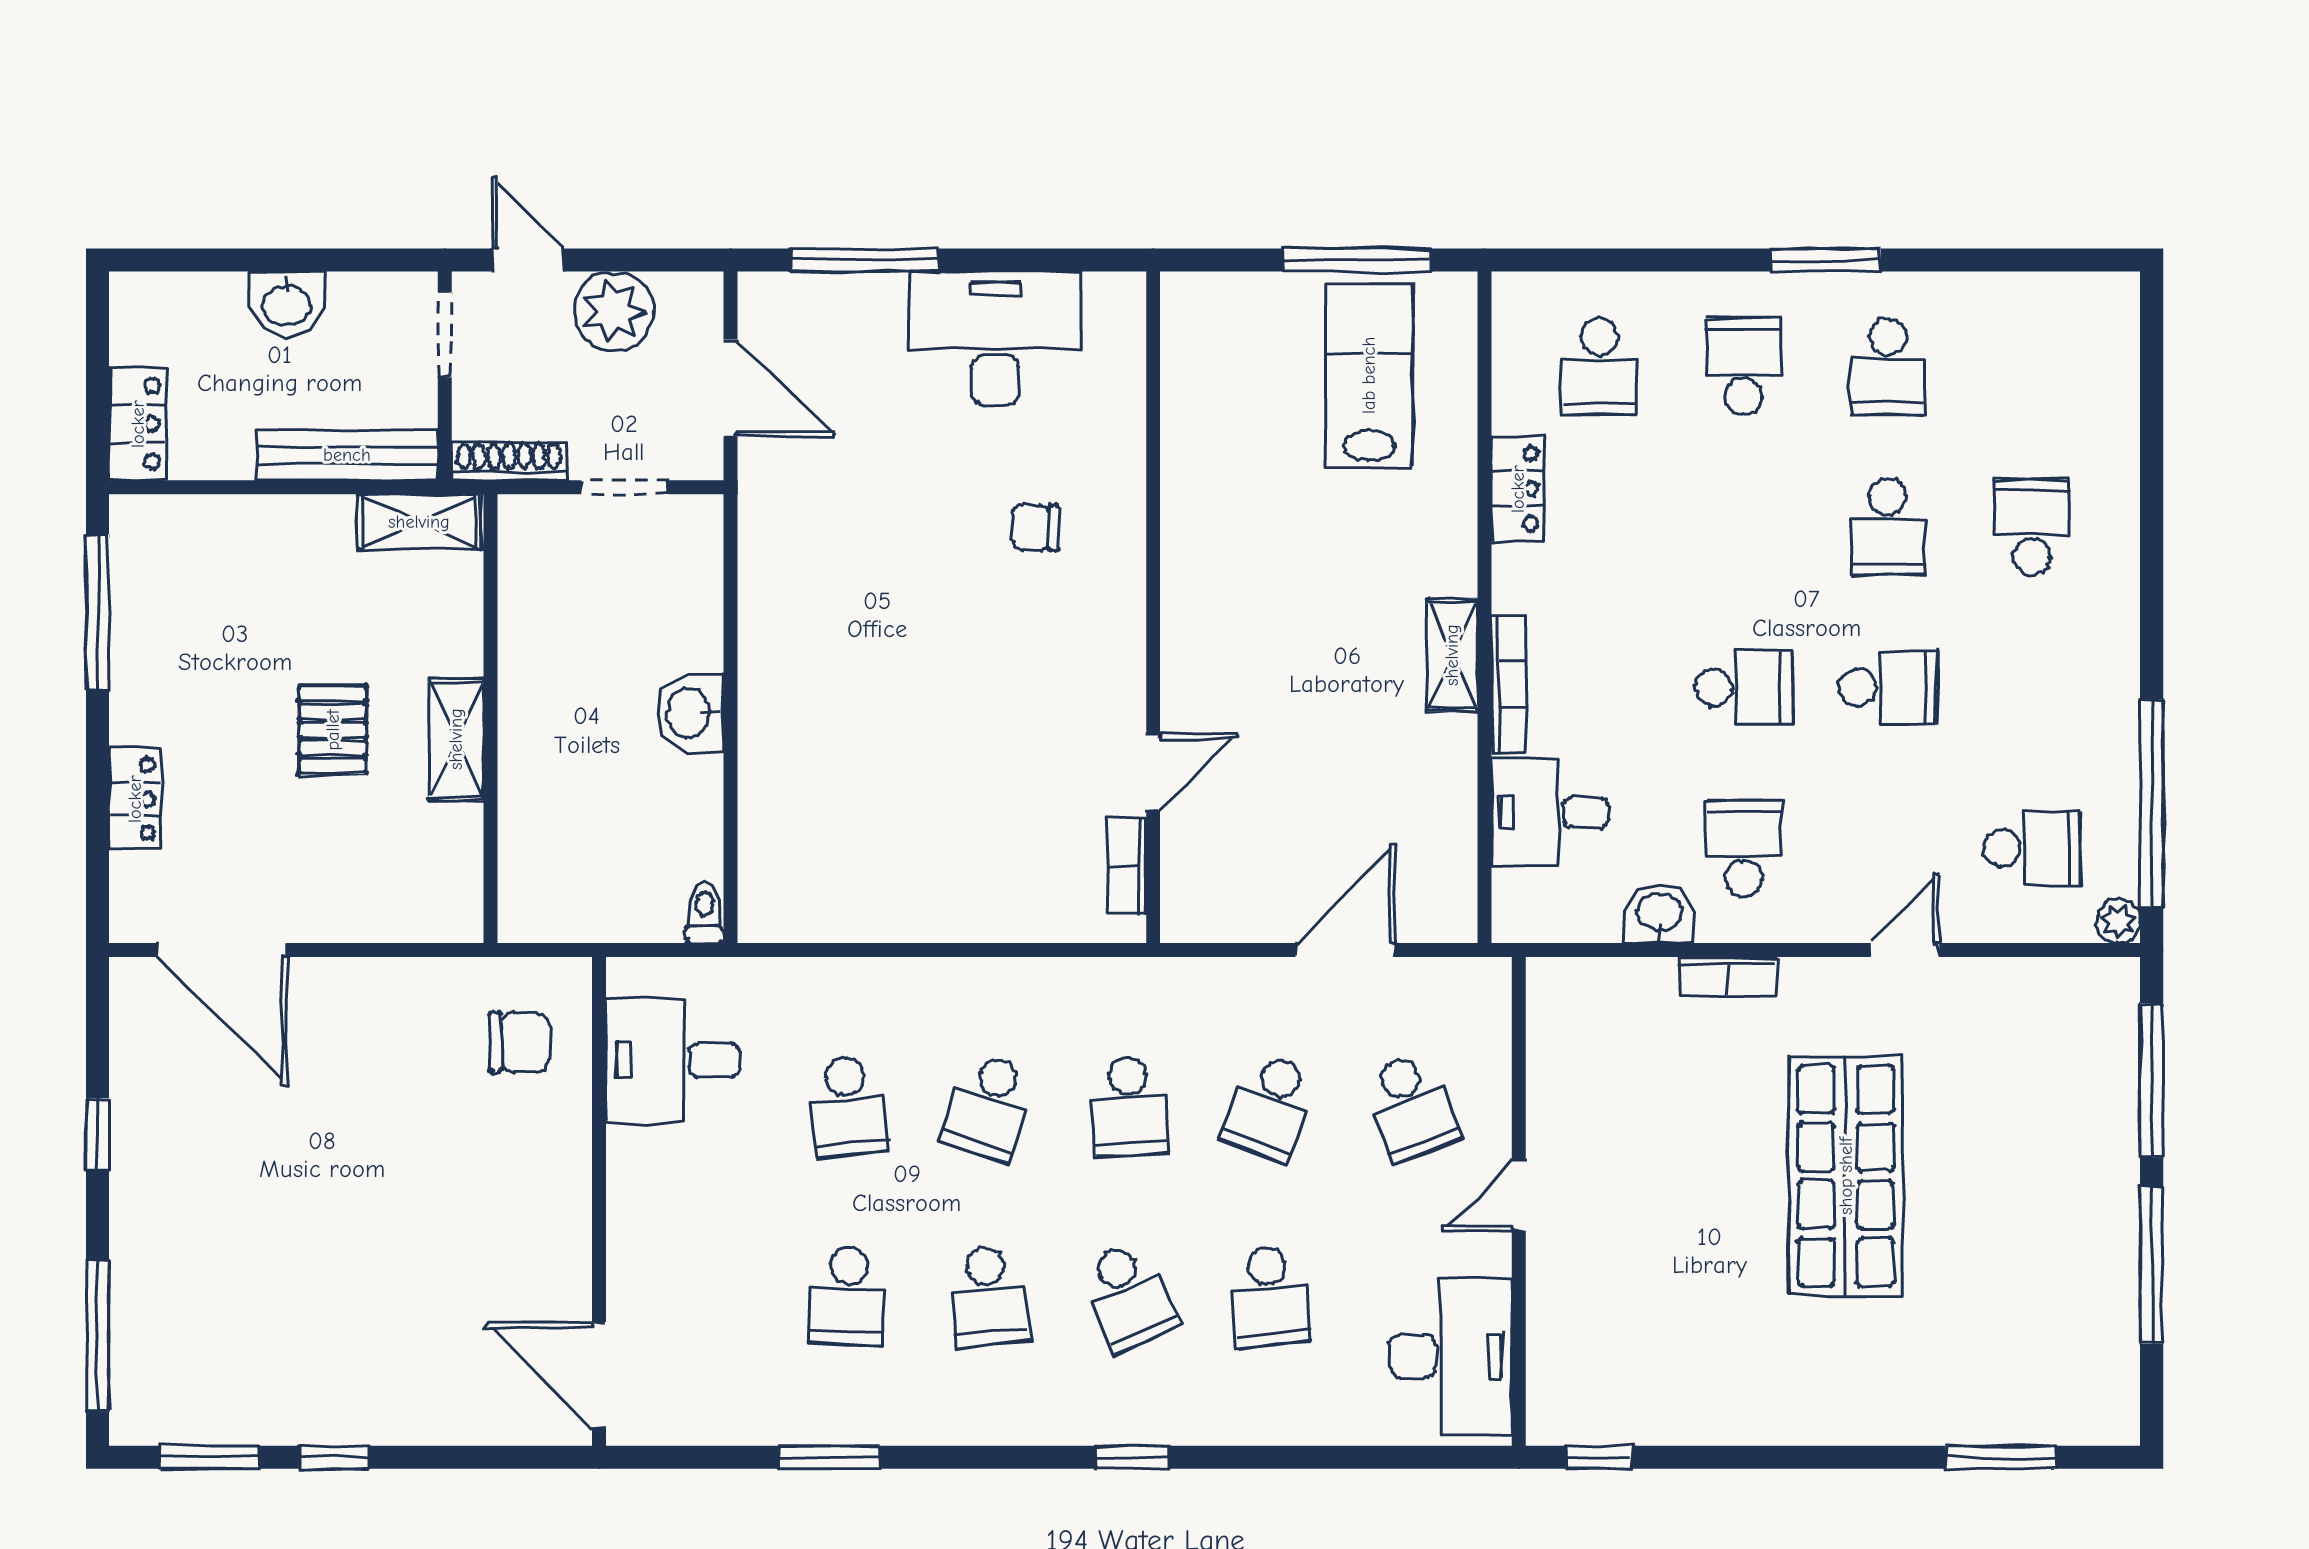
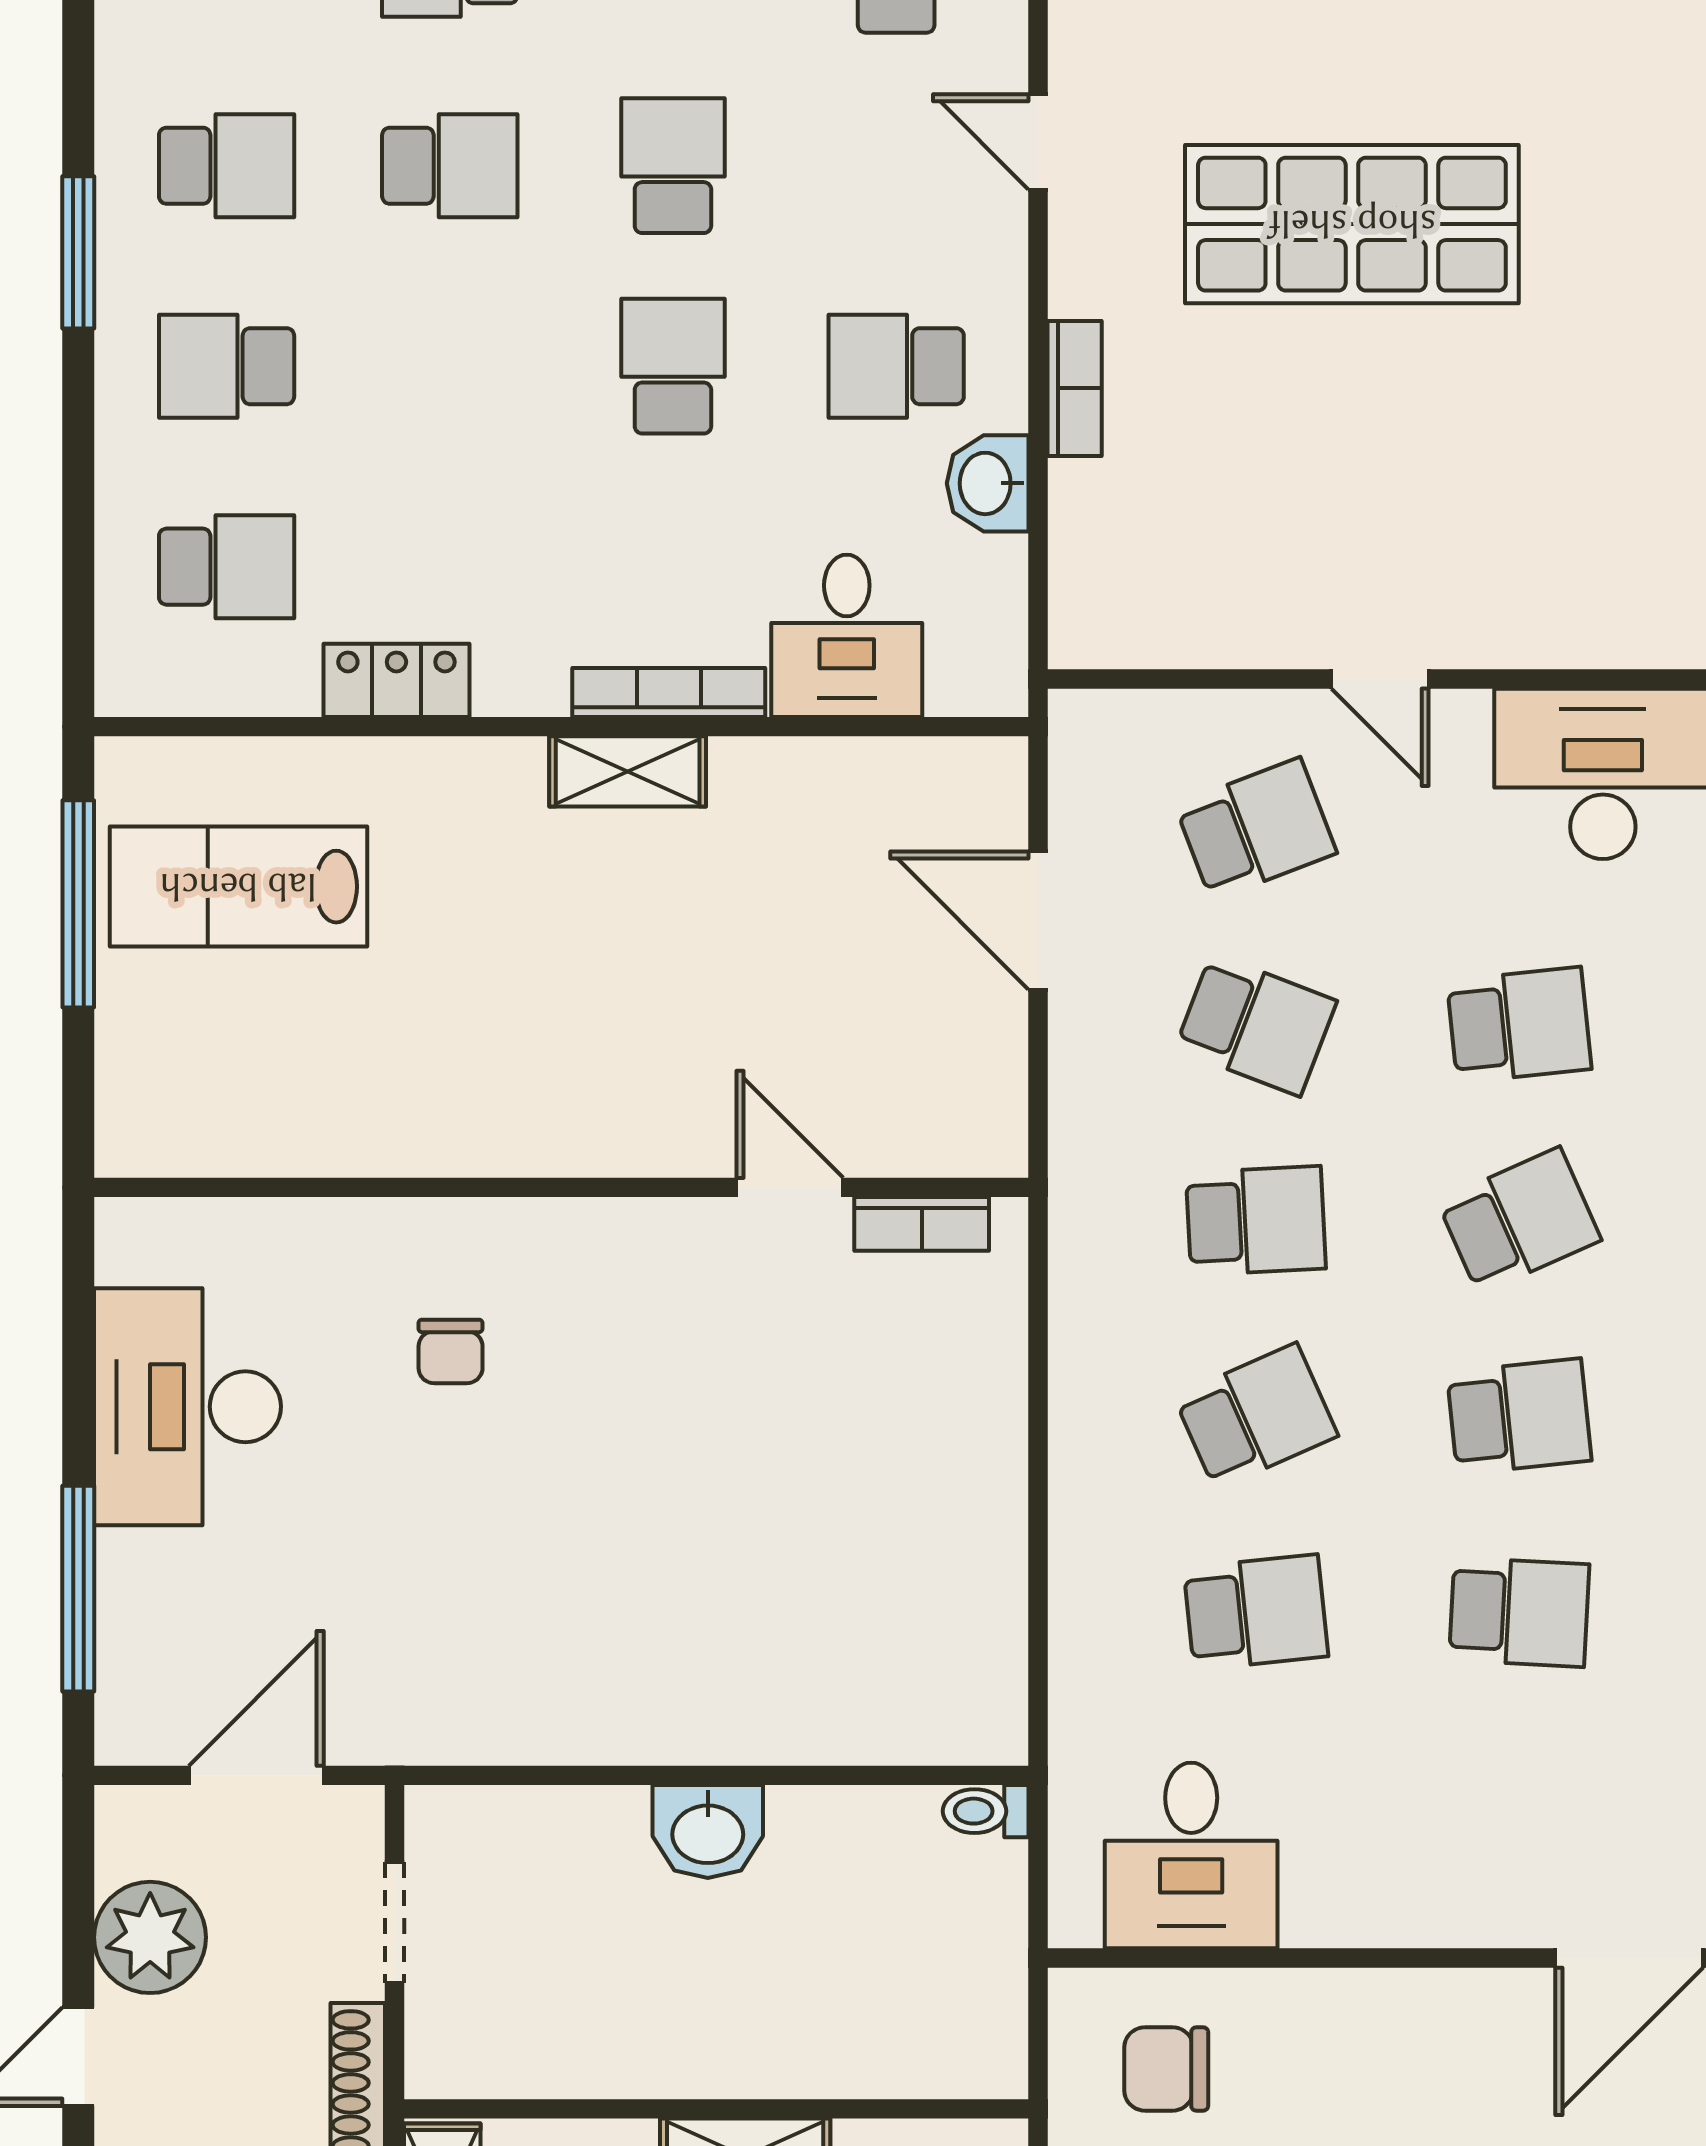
chair: (519, 1042) -> (1166, 2069), turned -90
school desk: (988, 1107) -> (1256, 1416), turned -42

